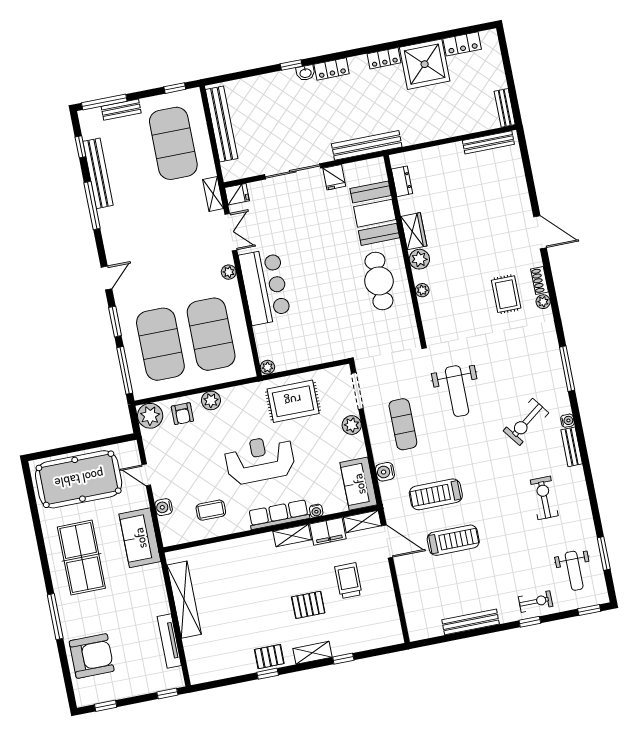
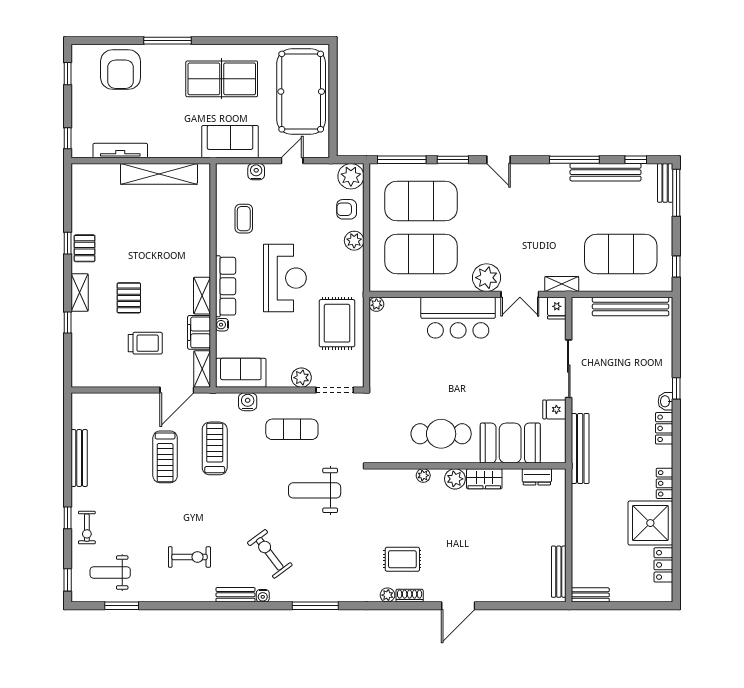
bench: (121, 110) -> (665, 183), moved
plant: (229, 272) -> (487, 278), width x1.87, depth x1.87

